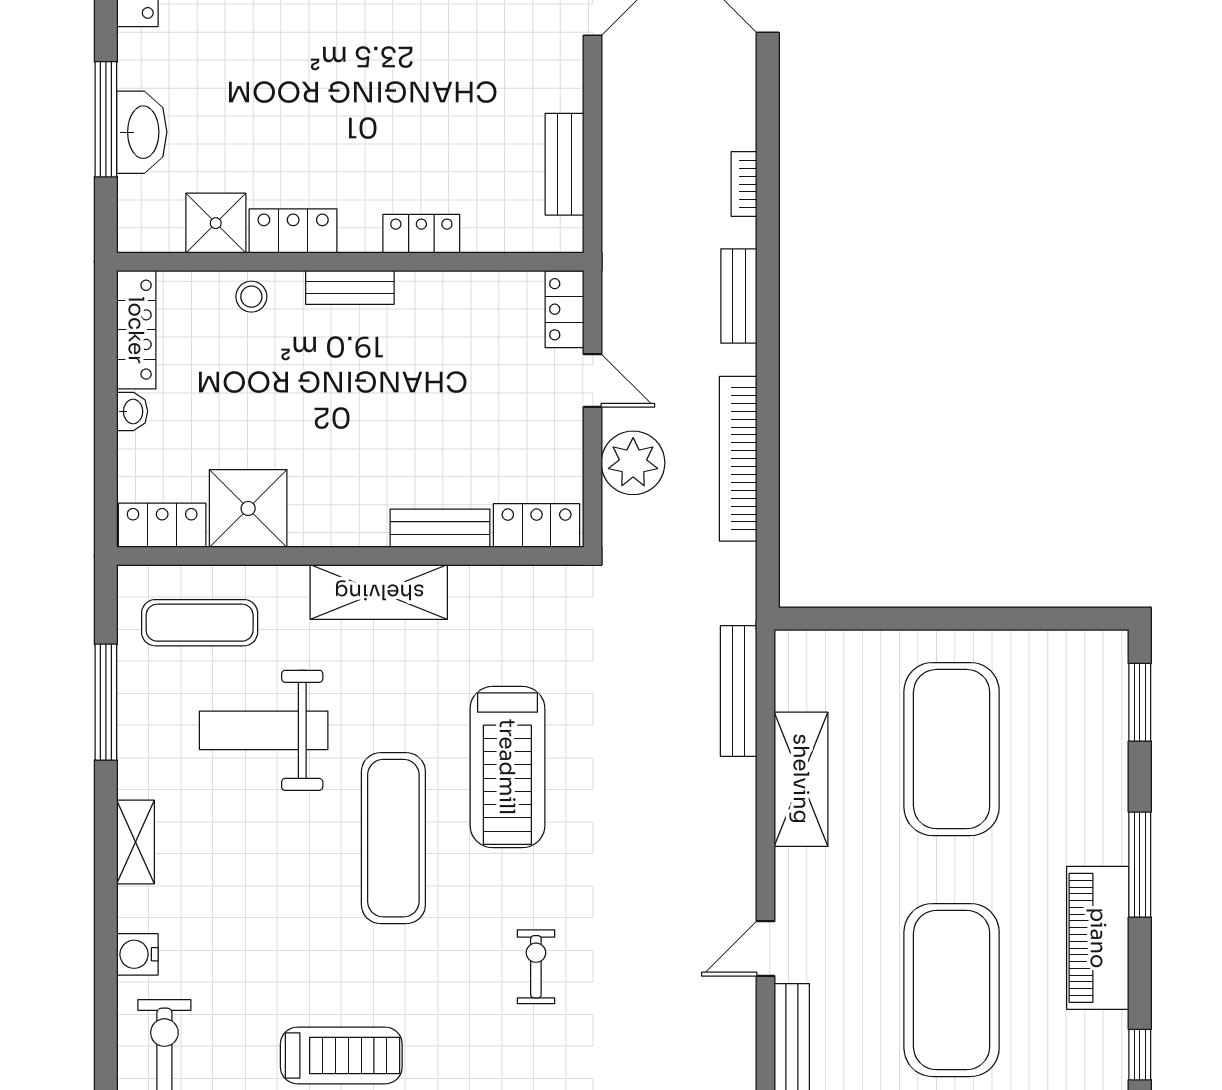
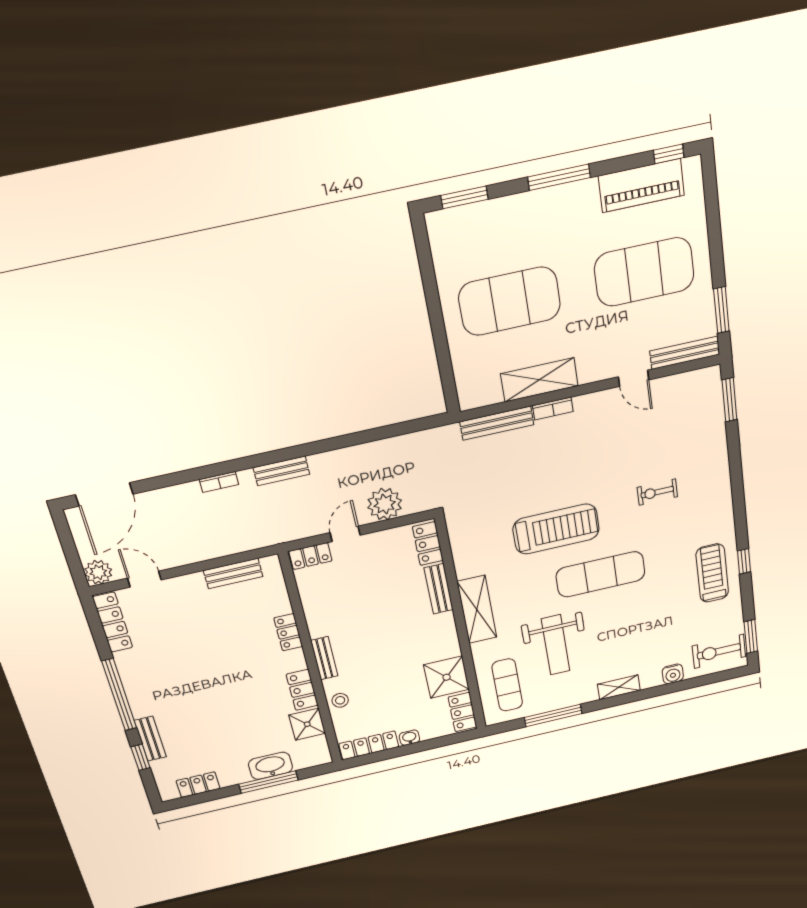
bookcase: (738, 459) -> (553, 409), moved, width x0.43, depth x0.76
piano: (1098, 938) -> (641, 186), moved

